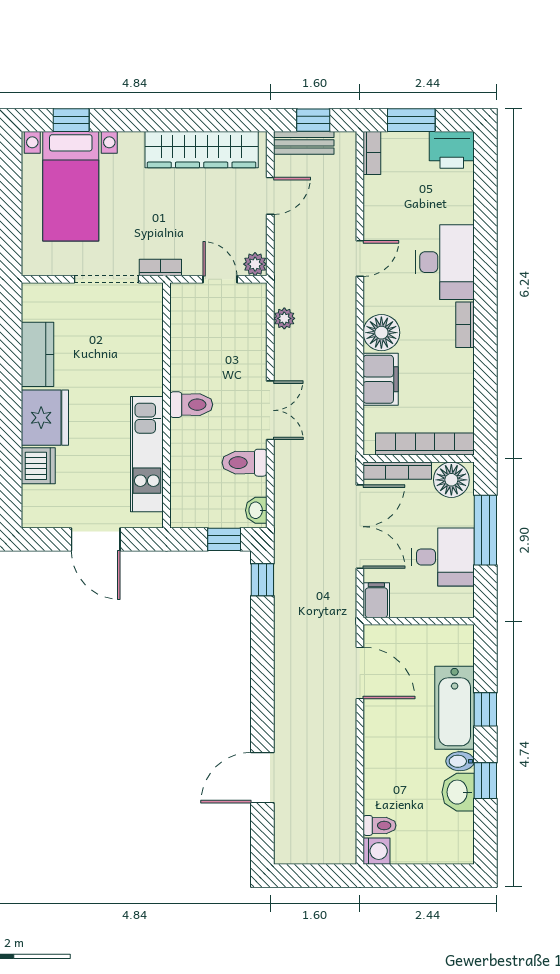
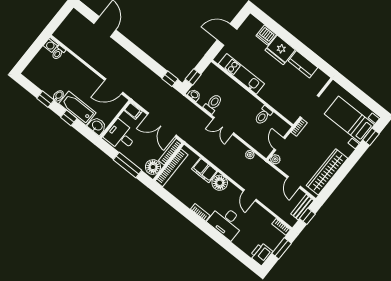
door: (220, 279) -> (280, 144), swing flipped
toilet: (191, 405) -> (263, 115), moved
desk: (443, 557) -> (121, 136), moved, turned 90
washbasin: (458, 792) -> (97, 126), moved

